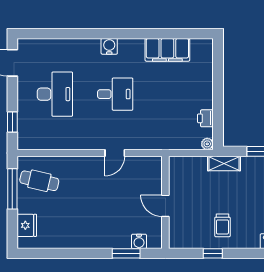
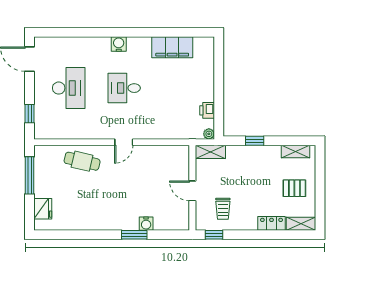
desk: (115, 94) -> (124, 88), turned 180
shelving: (224, 164) -> (210, 152), moved
cafe table: (39, 181) -> (82, 161), moved
wall: (165, 202) -> (192, 188), moved
door: (165, 206) -> (192, 191), moved

